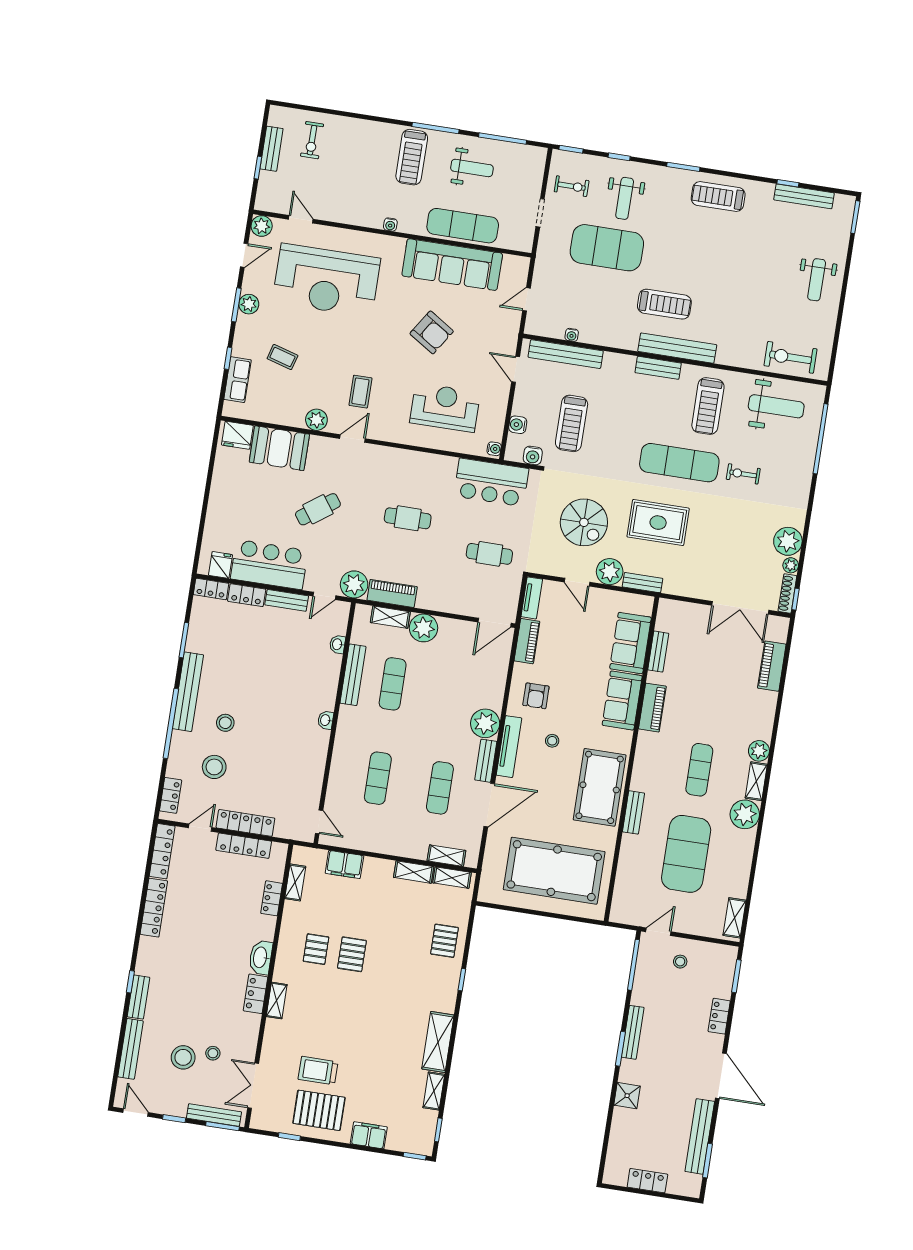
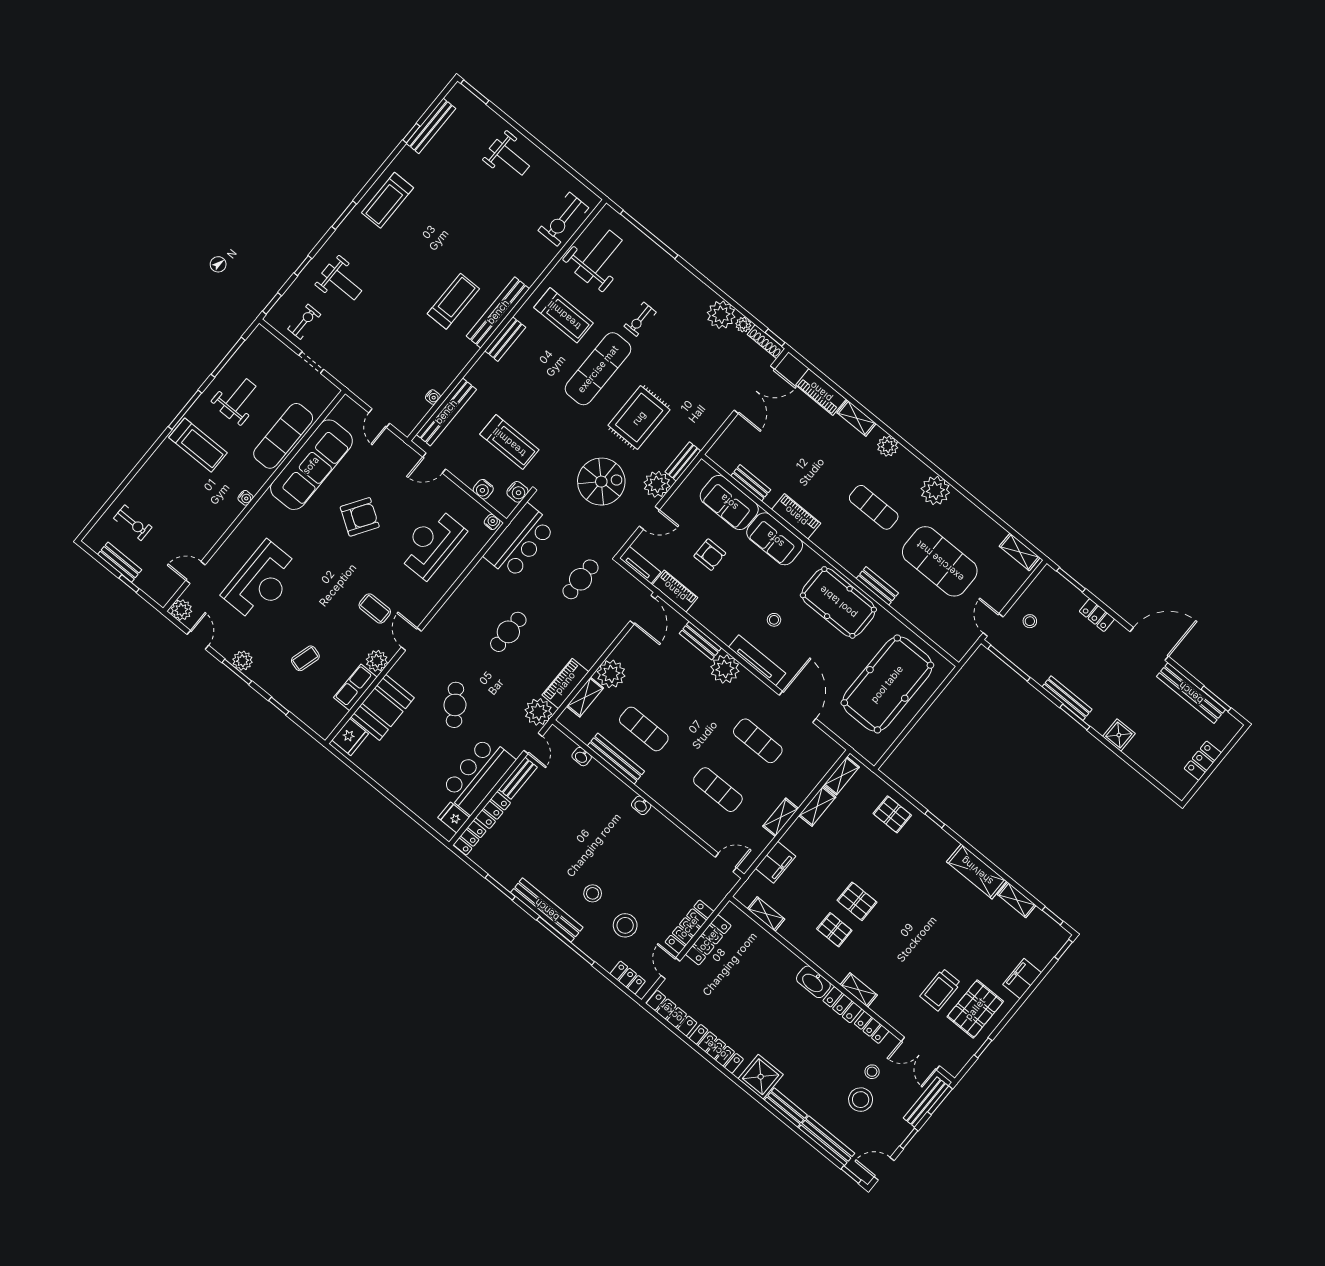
exercise mat: (607, 248) -> (375, 322), removed
reception desk: (326, 280) -> (261, 581), width x0.74, depth x0.77
row of seats: (238, 380) -> (355, 687), moved, turned -90
armchair: (536, 696) -> (710, 555), moved
bench: (486, 761) -> (700, 641), moved
shelving: (756, 781) -> (857, 418), moved
shelving: (446, 856) -> (781, 817), moved
locker: (272, 898) -> (872, 1027), moved
shower: (152, 960) -> (761, 1077), added
window: (130, 982) -> (851, 1175), moved

